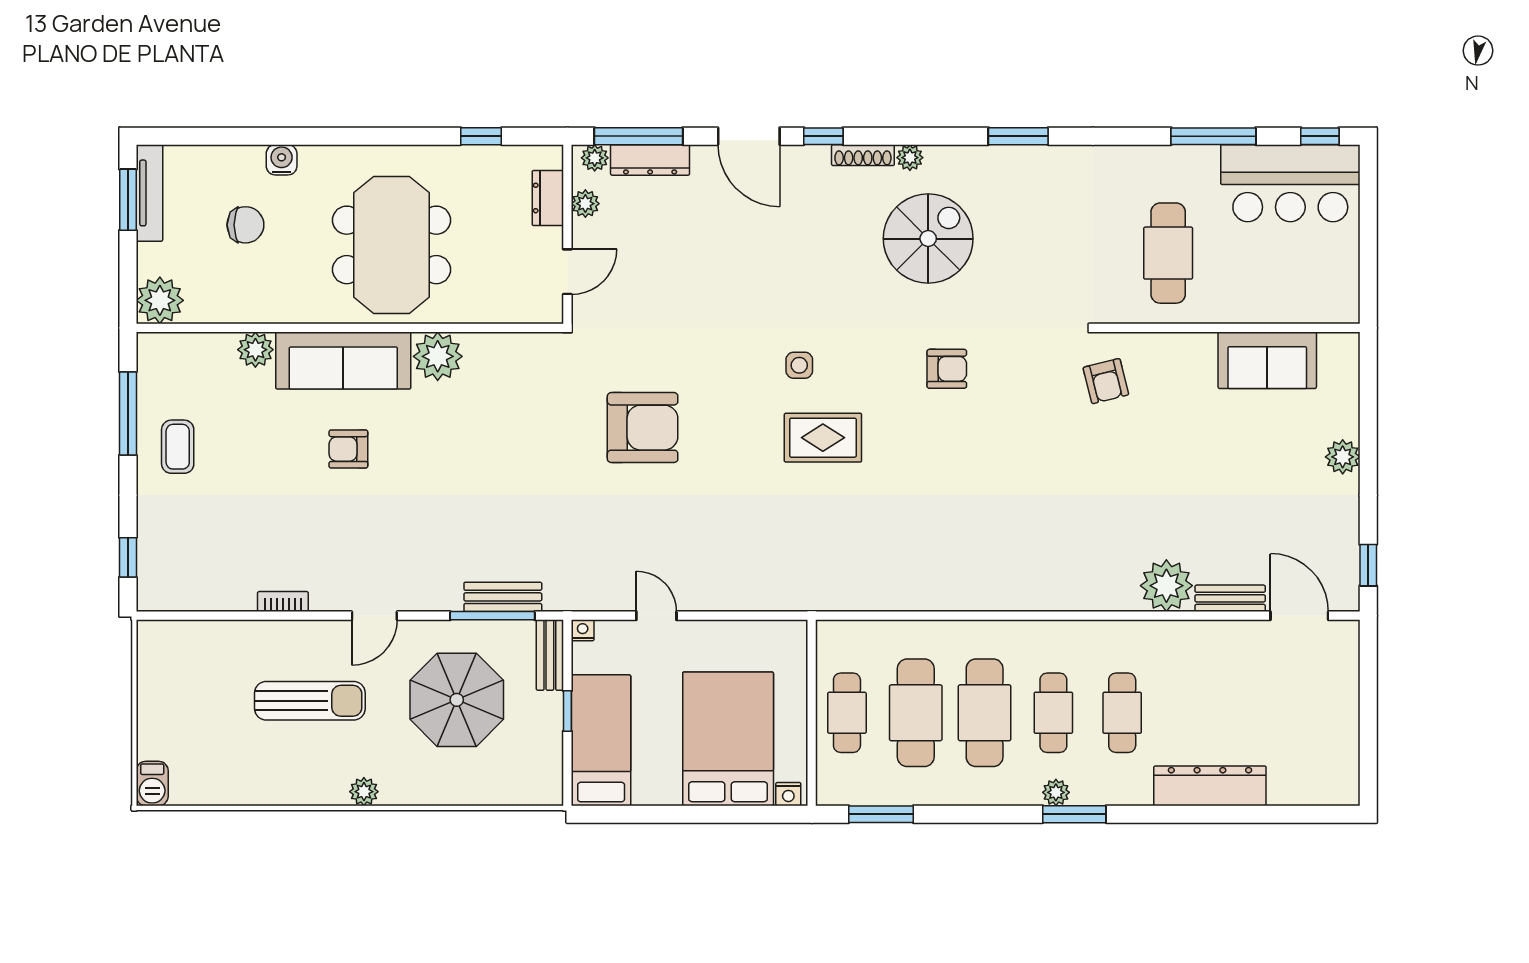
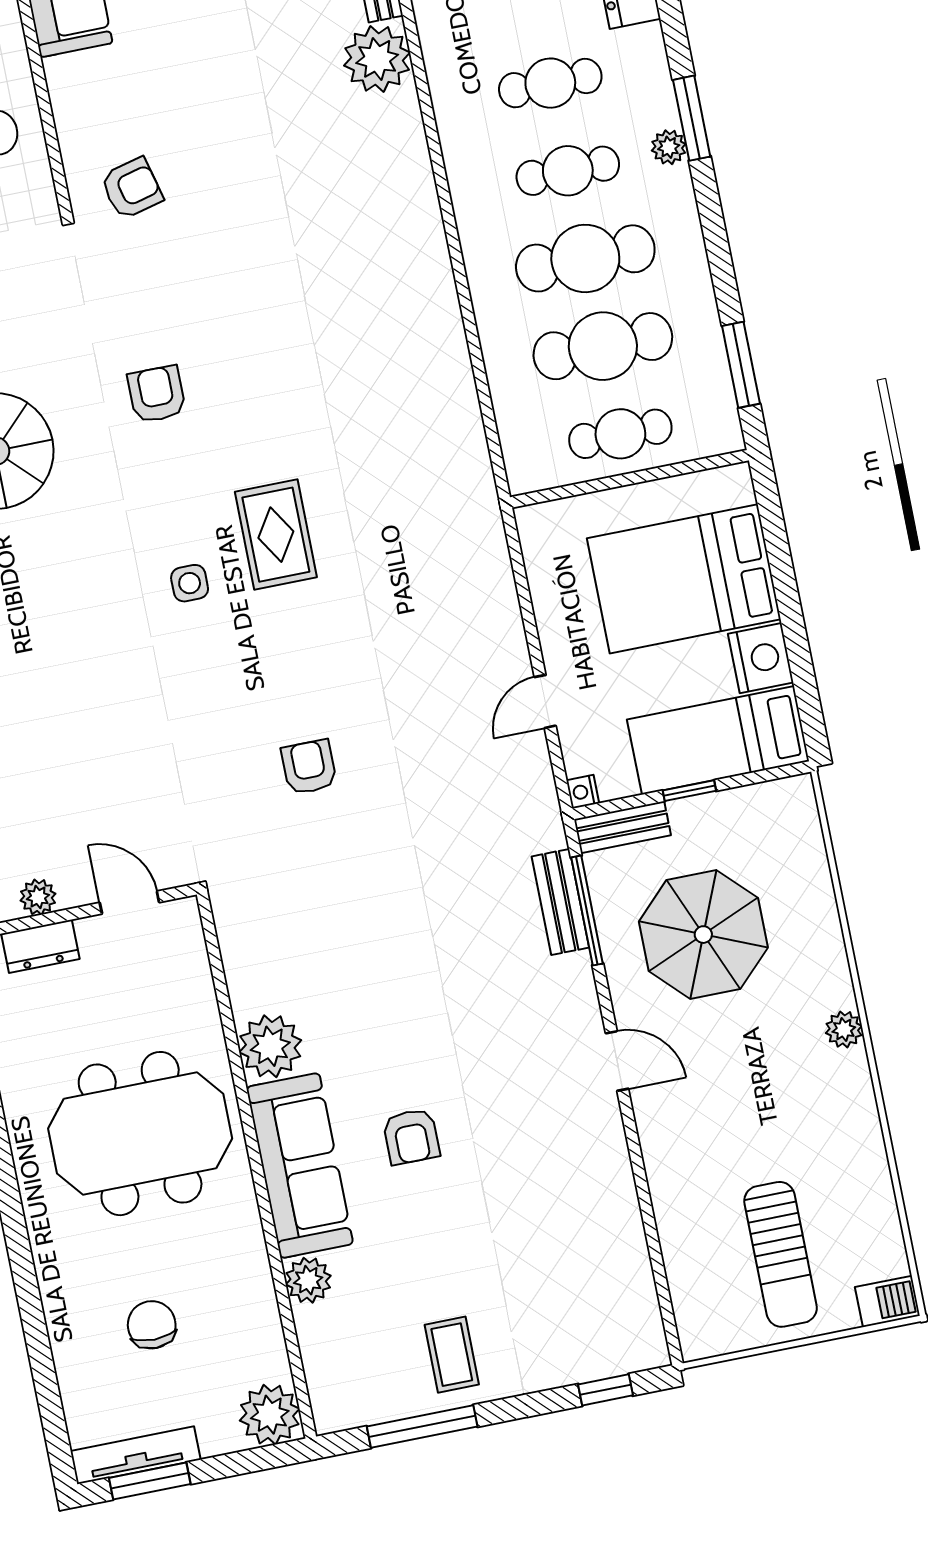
water cooler: (282, 160) -> (60, 1295), removed
armchair: (643, 428) -> (309, 767), width x0.53, depth x0.53
coffee table: (178, 447) -> (452, 1355), turned 90
bookcase: (283, 602) -> (622, 1181), removed
sun lounger: (310, 701) -> (781, 1254), moved, turned 180
nightstand: (788, 794) -> (761, 658), moved, width x1.89, depth x1.79

